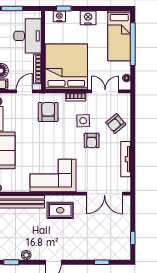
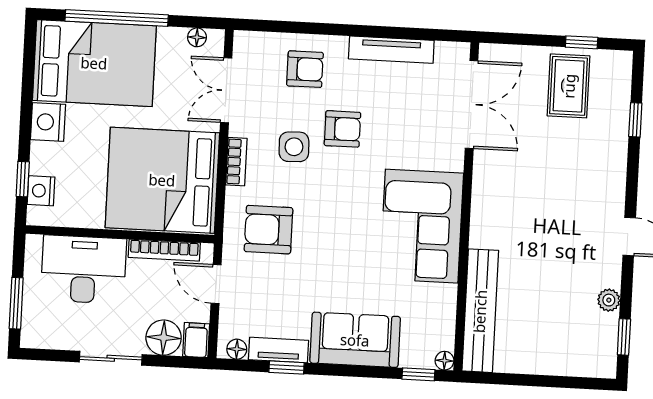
bed: (119, 36) -> (94, 63), width x1.50
armchair: (116, 124) -> (305, 69), turned -50
rug: (60, 210) -> (569, 86), moved

